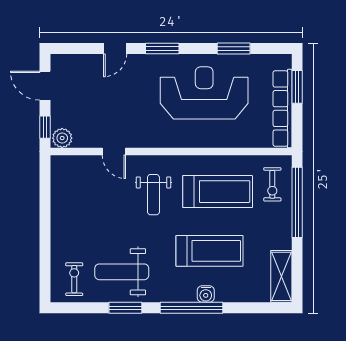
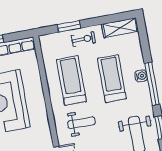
exercise bike: (272, 184) -> (83, 39), moved
window: (297, 202) -> (69, 26), width x0.47

